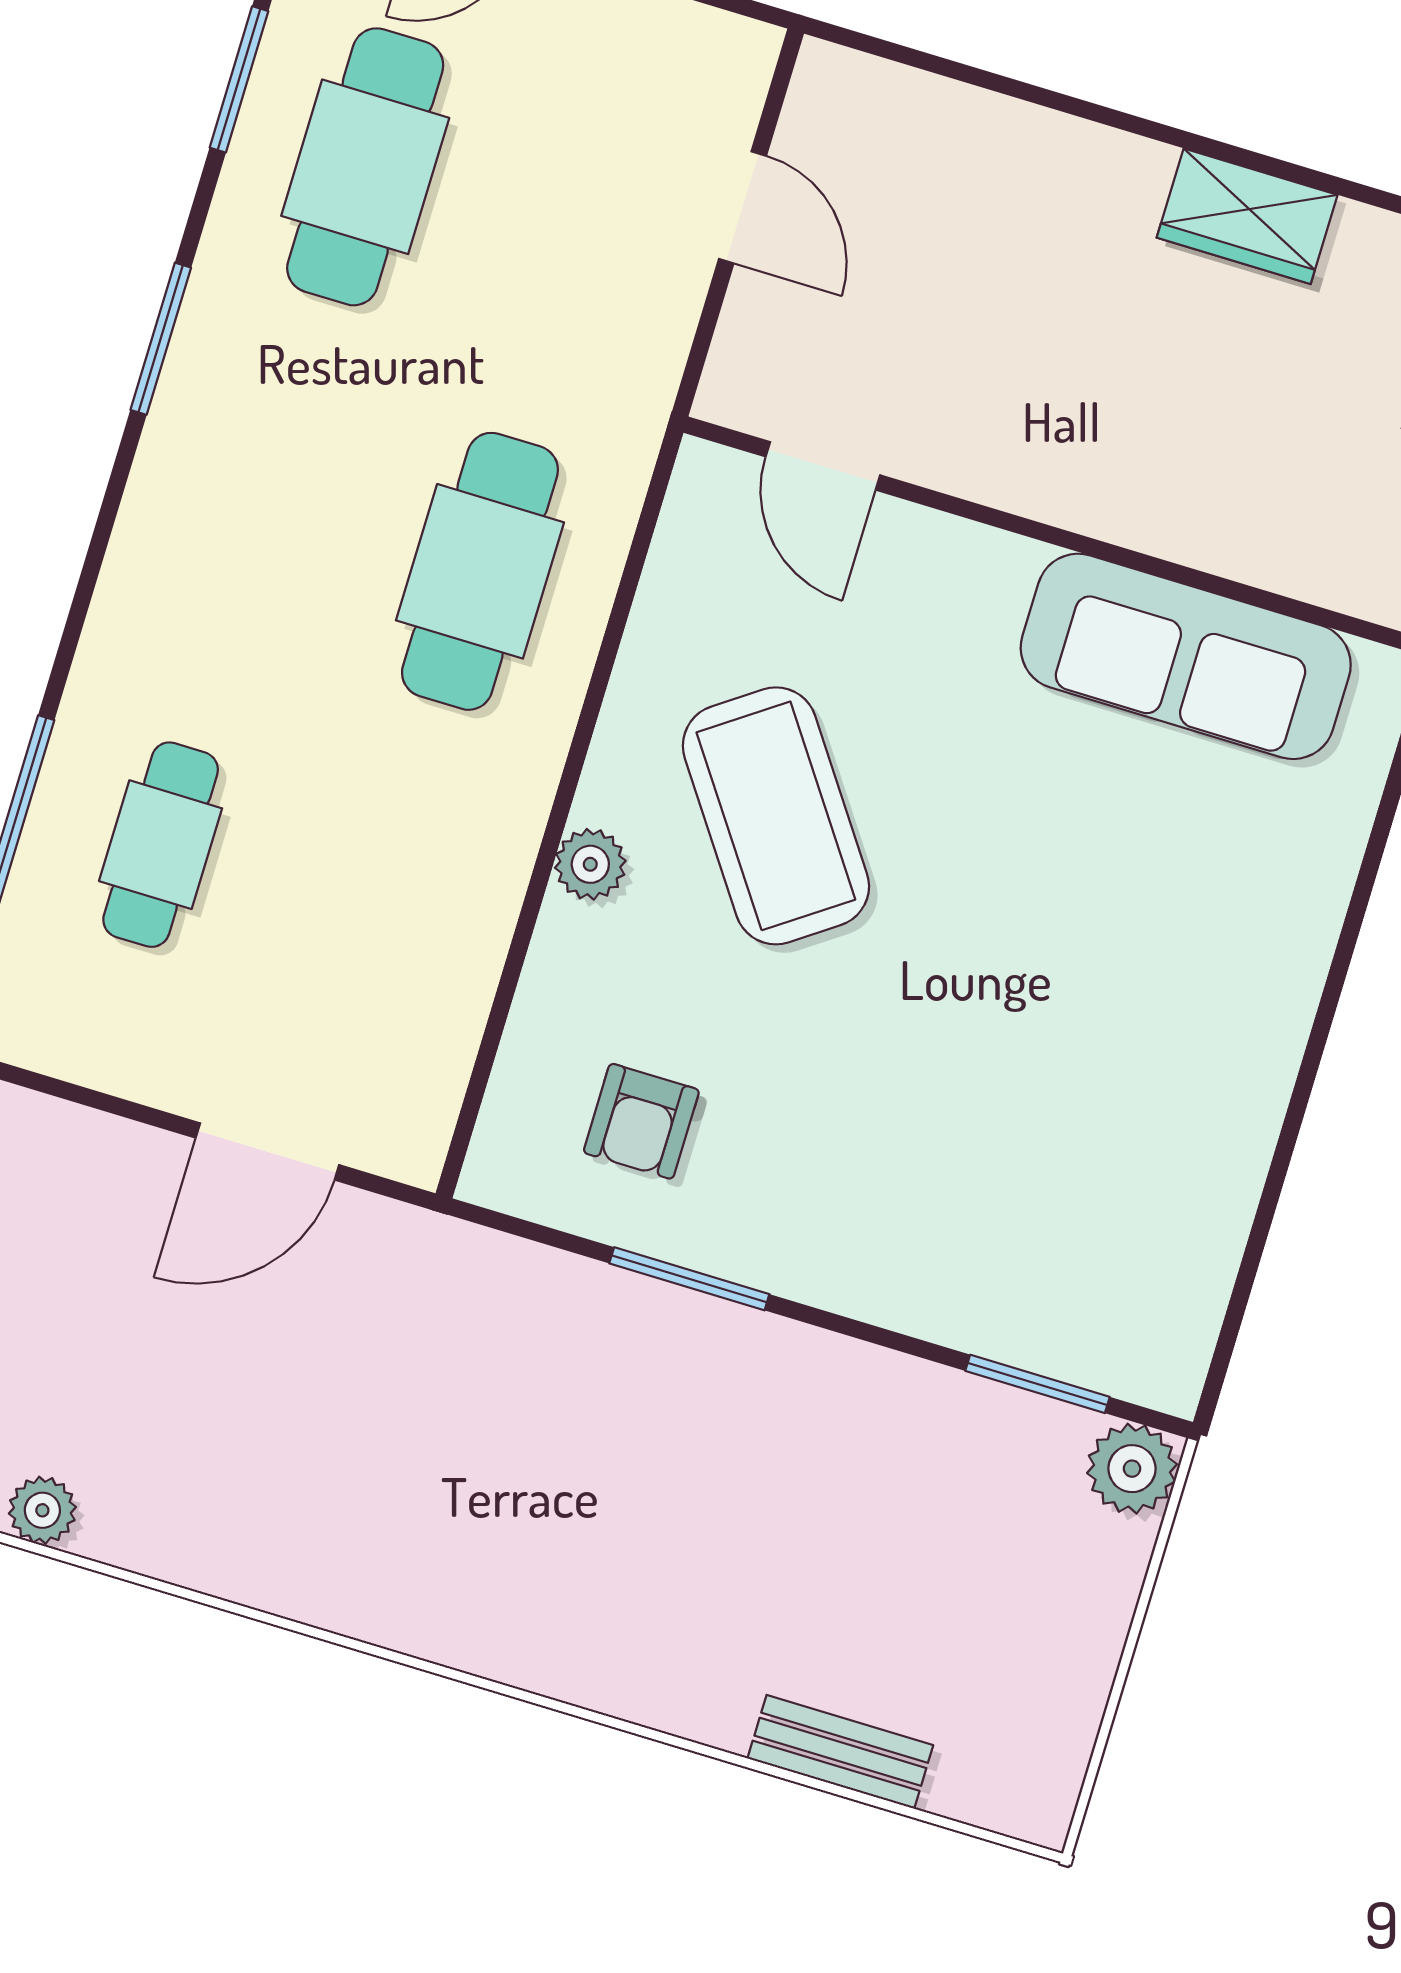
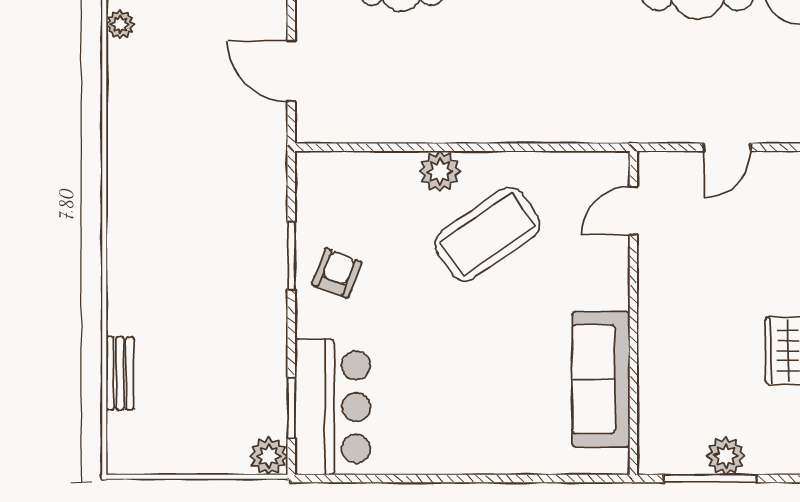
cafe table: (480, 571) -> (550, 86), removed
plant: (590, 864) -> (440, 171), width x1.38, depth x1.38
armchair: (641, 1121) -> (337, 273), moved, turned 111
bar counter: (1064, 1289) -> (333, 407), added

